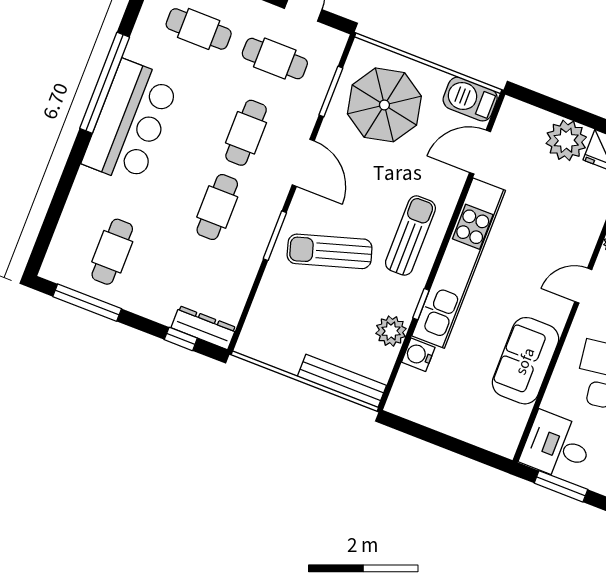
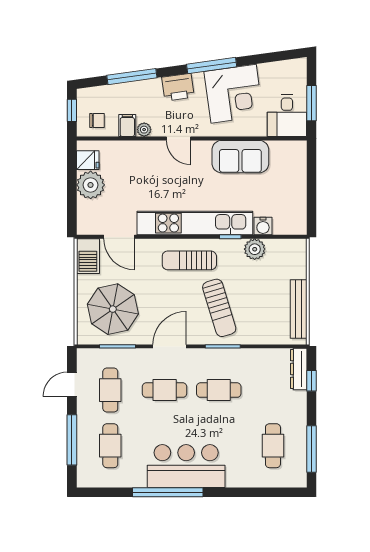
cafe table: (112, 252) -> (273, 446), turned 90
bench: (342, 381) -> (299, 309), moved

